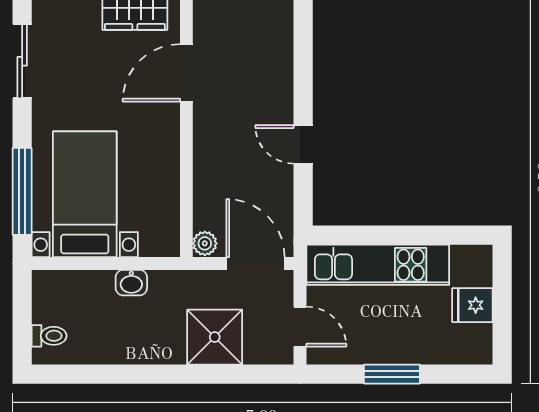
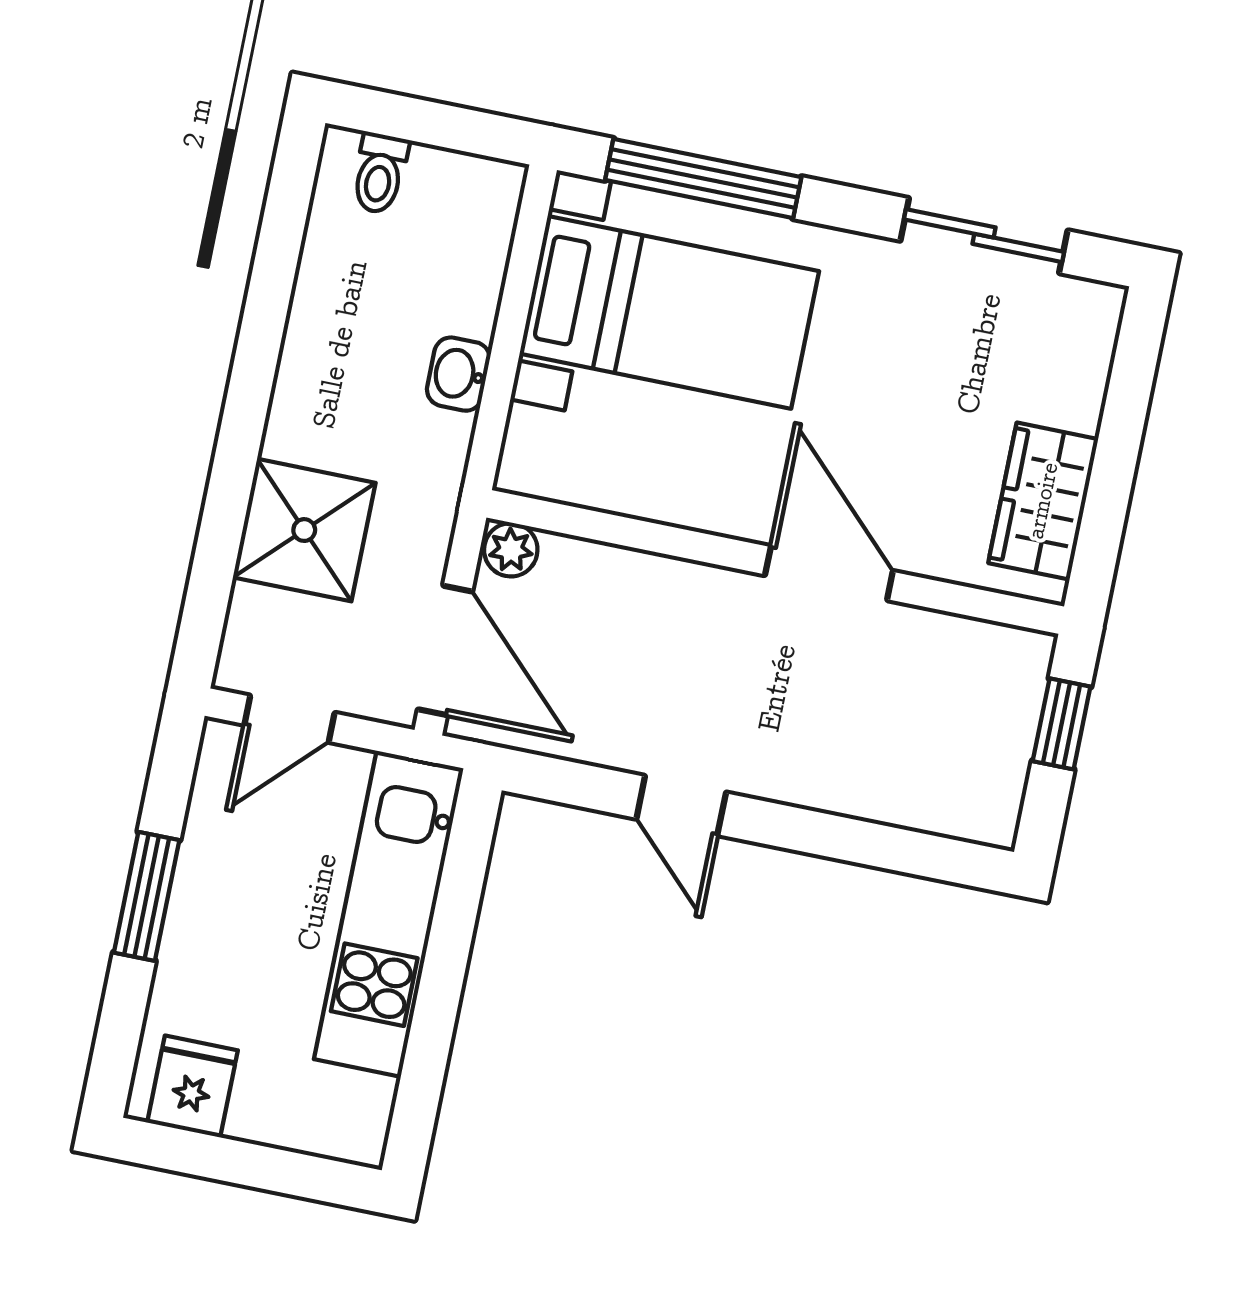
door: (186, 73) -> (829, 573), moved
door: (303, 144) -> (681, 806), swing flipped
door: (255, 264) -> (445, 650), hinge flipped
fridge: (472, 305) -> (192, 1086), moved

